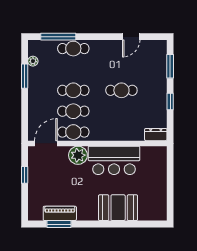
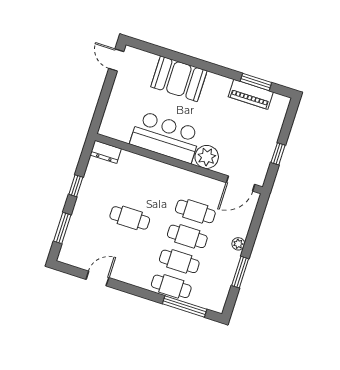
plant: (33, 61) -> (238, 244), moved
cafe table: (73, 132) -> (179, 261), moved
door: (170, 207) -> (116, 60), added

